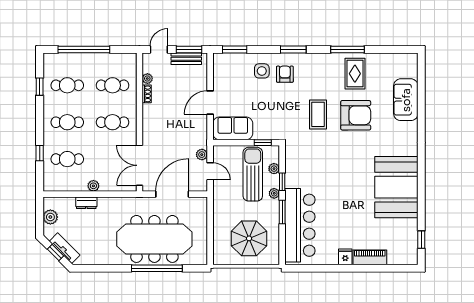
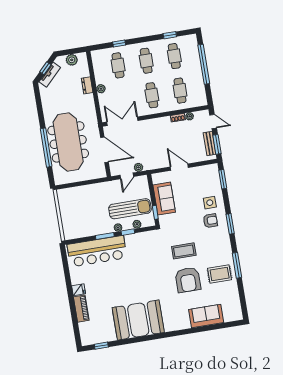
sofa: (233, 128) -> (164, 199), moved
parasol: (249, 238) -> (81, 214), removed

